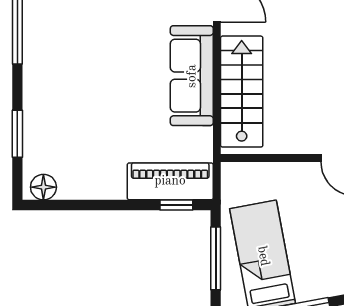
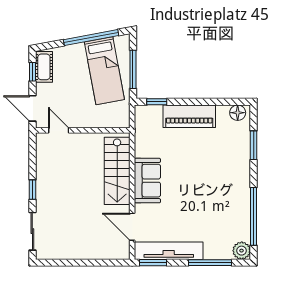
sofa: (192, 76) -> (147, 181), width x0.73
piano: (170, 181) -> (189, 116), moved

